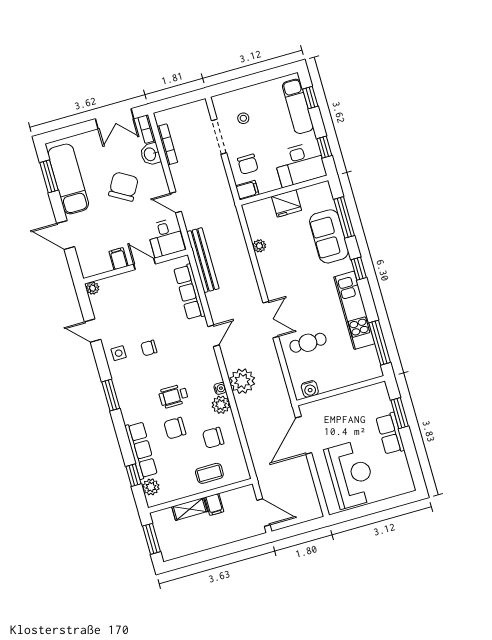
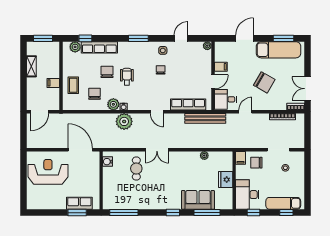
washbasin: (150, 154) -> (279, 105), removed
kitchen unit: (354, 310) -> (148, 203), removed
row of seats: (390, 434) -> (79, 203), moved
reception desk: (351, 474) -> (48, 172), turned 180
shelving: (190, 509) -> (31, 66), moved

